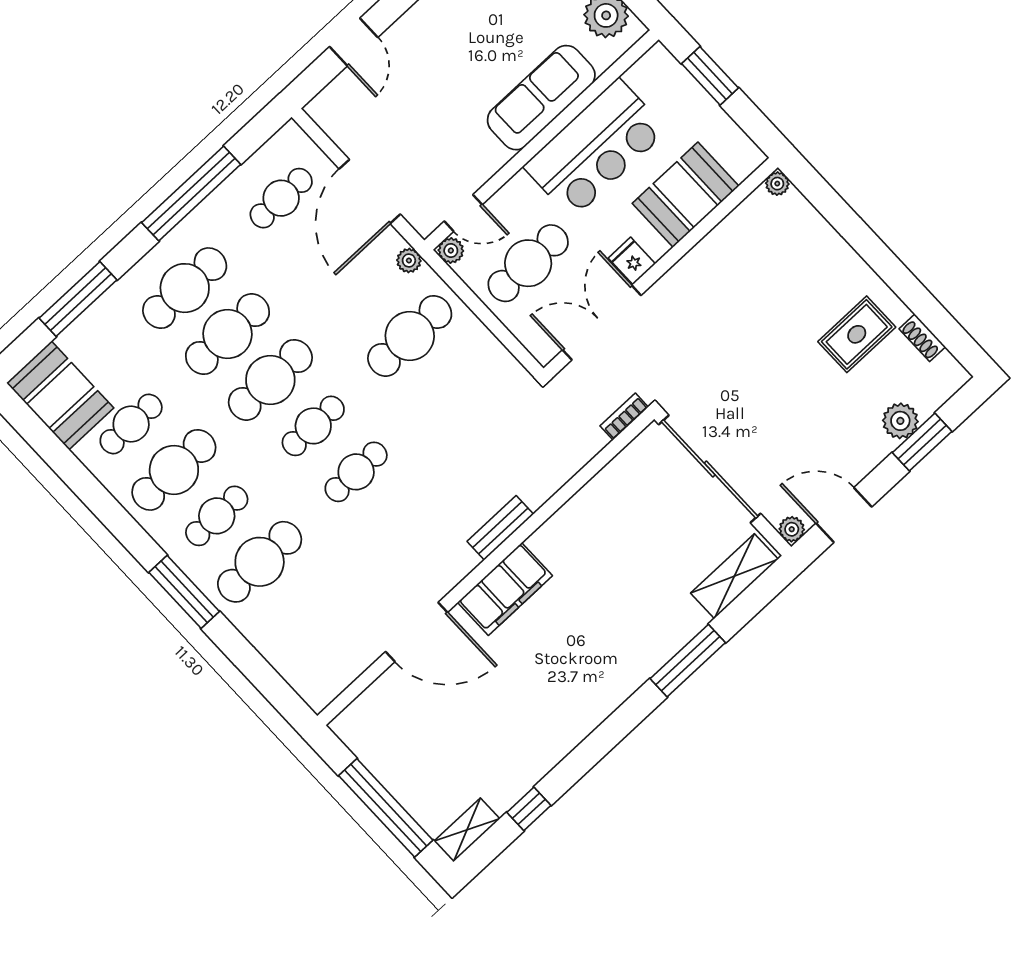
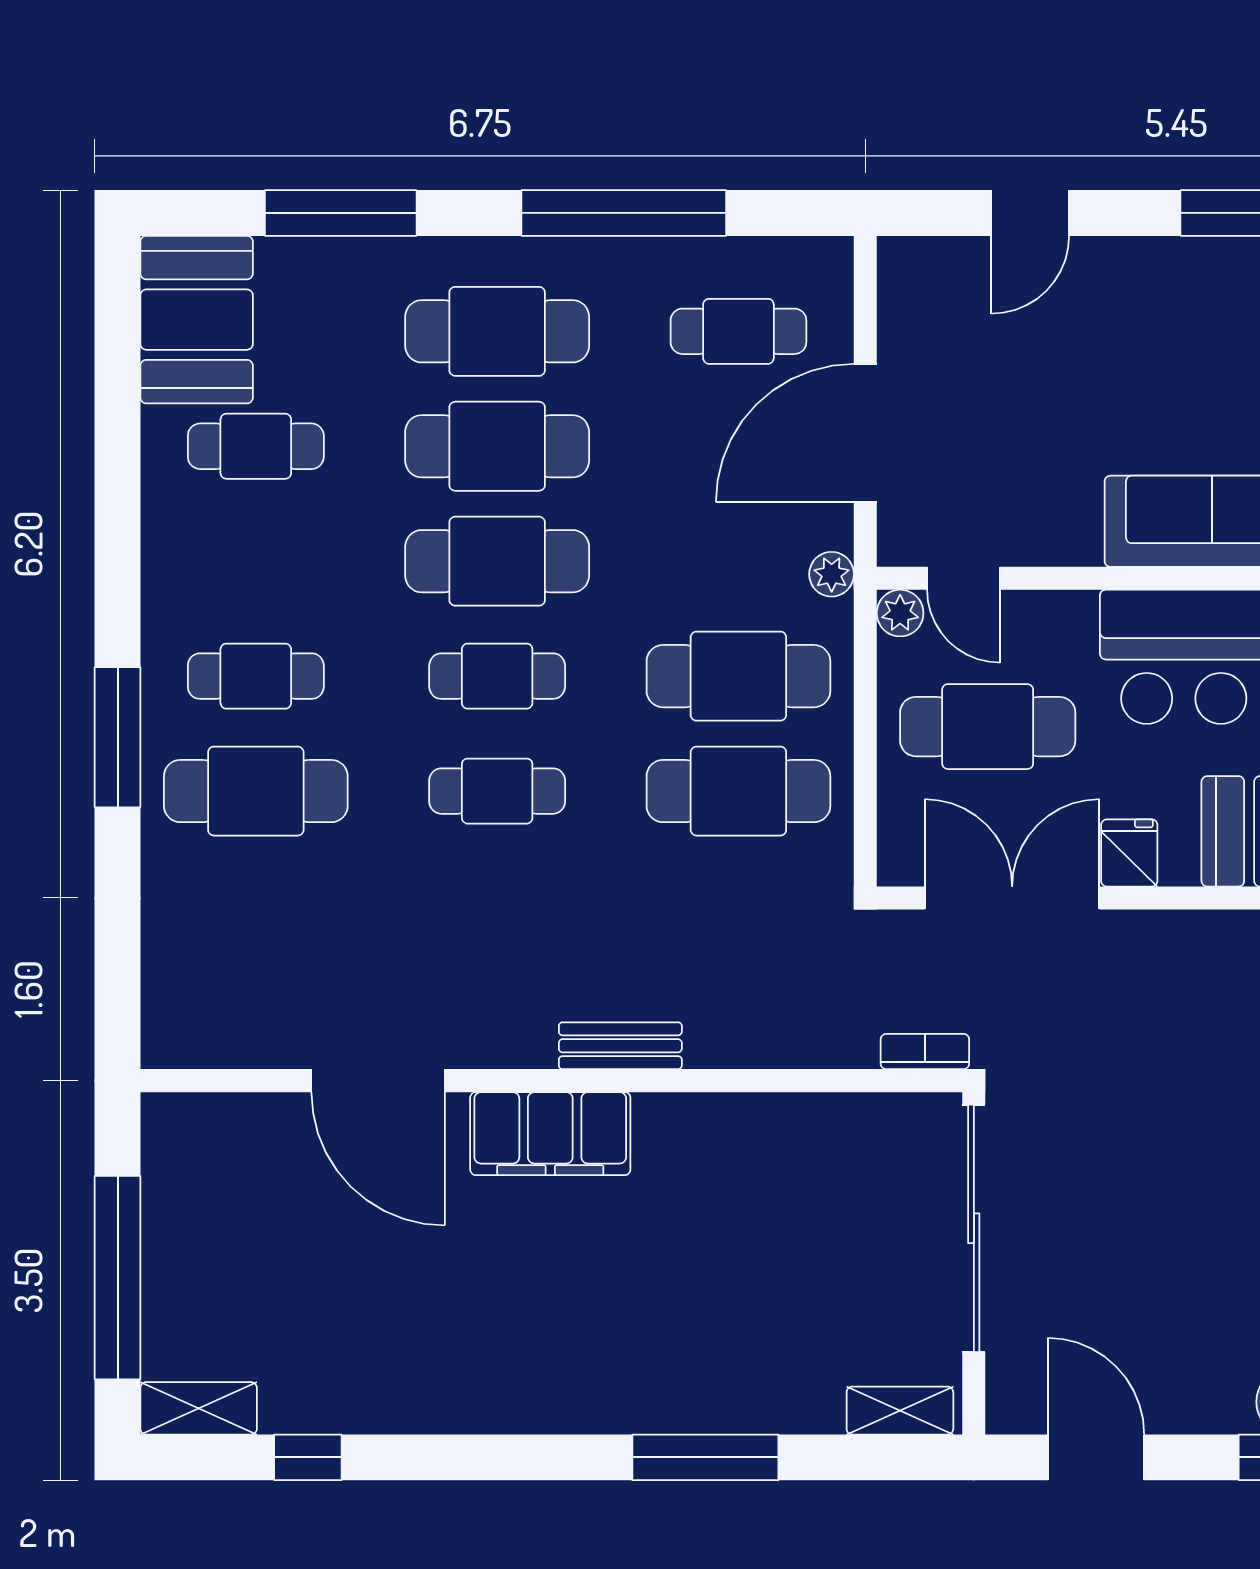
cafe table: (174, 470) -> (738, 791), moved
plant: (792, 529) -> (1008, 1411), removed
shelving: (734, 576) -> (900, 1411), width x0.67, depth x0.75

